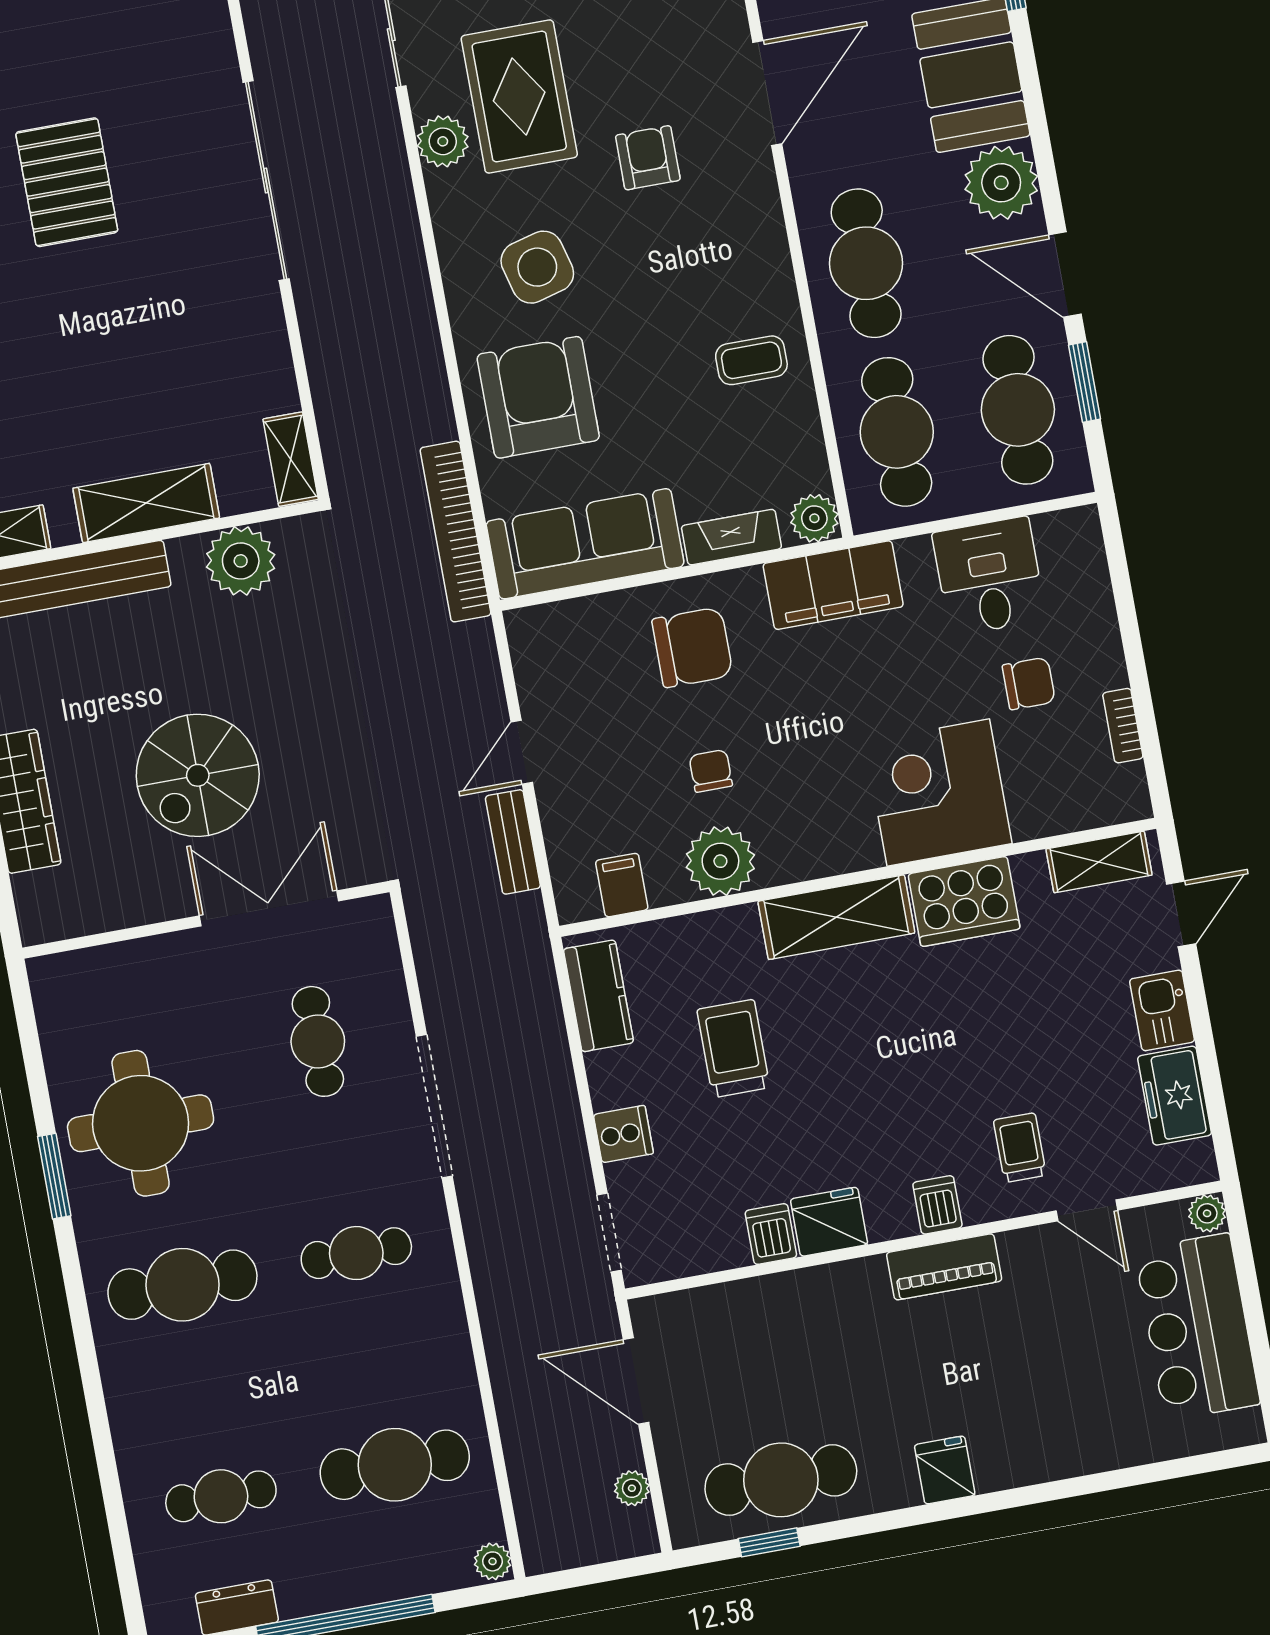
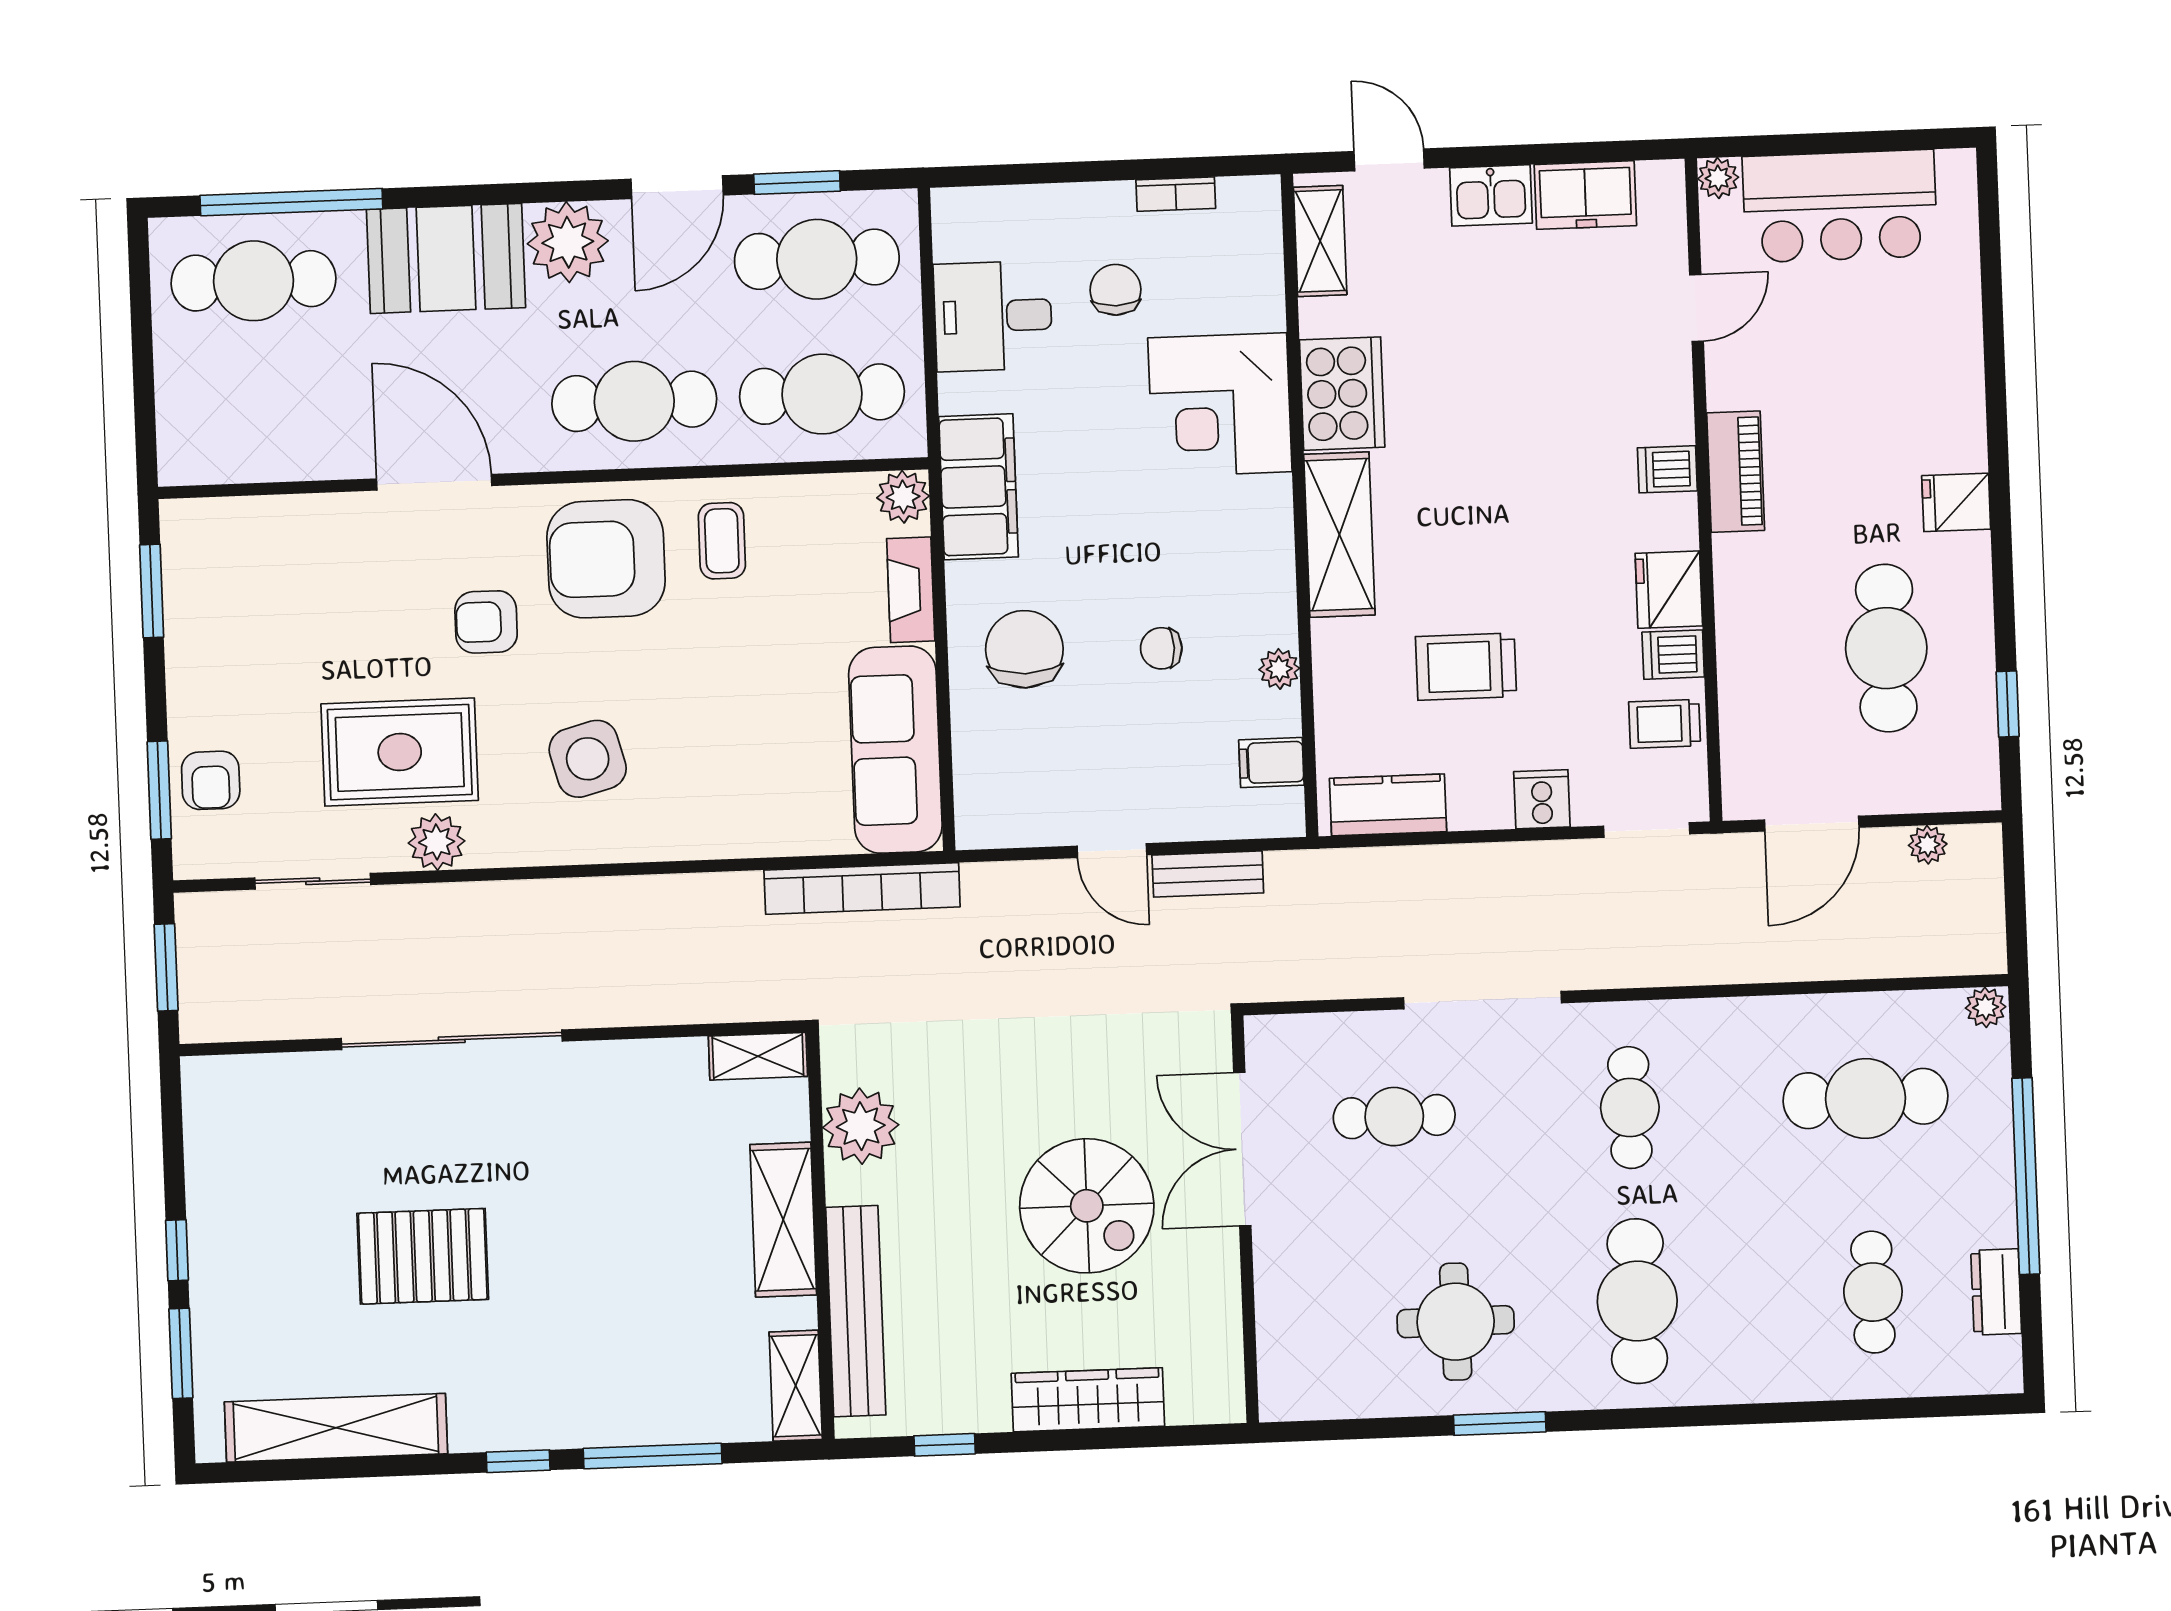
armchair: (538, 397) -> (606, 559), moved
plant: (720, 861) -> (1279, 669), width x0.53, depth x0.53
round table: (141, 1123) -> (1456, 1322), width x0.73, depth x0.73
trolley: (1020, 1148) -> (1664, 724), moved
cafe table: (395, 1465) -> (1866, 1098), turned 90
cafe table: (781, 1480) -> (1886, 648), moved

